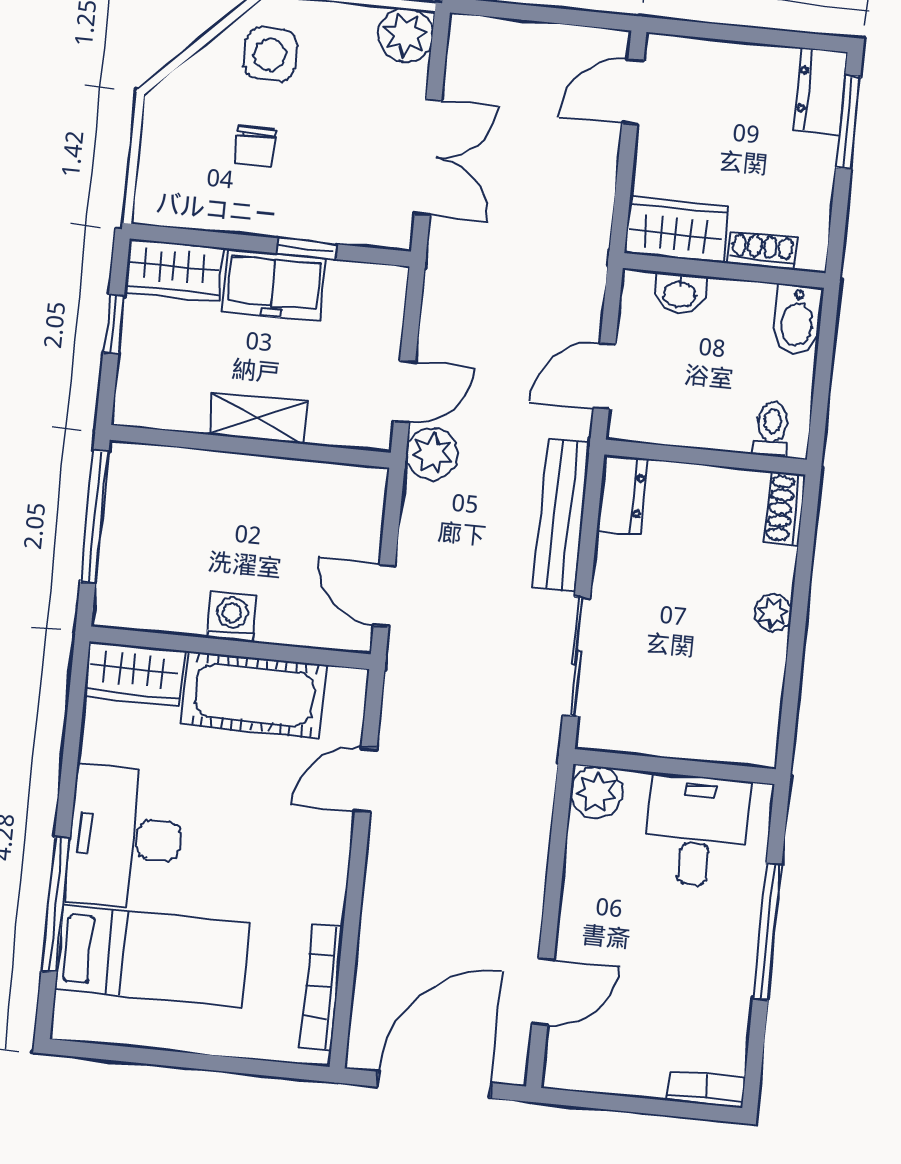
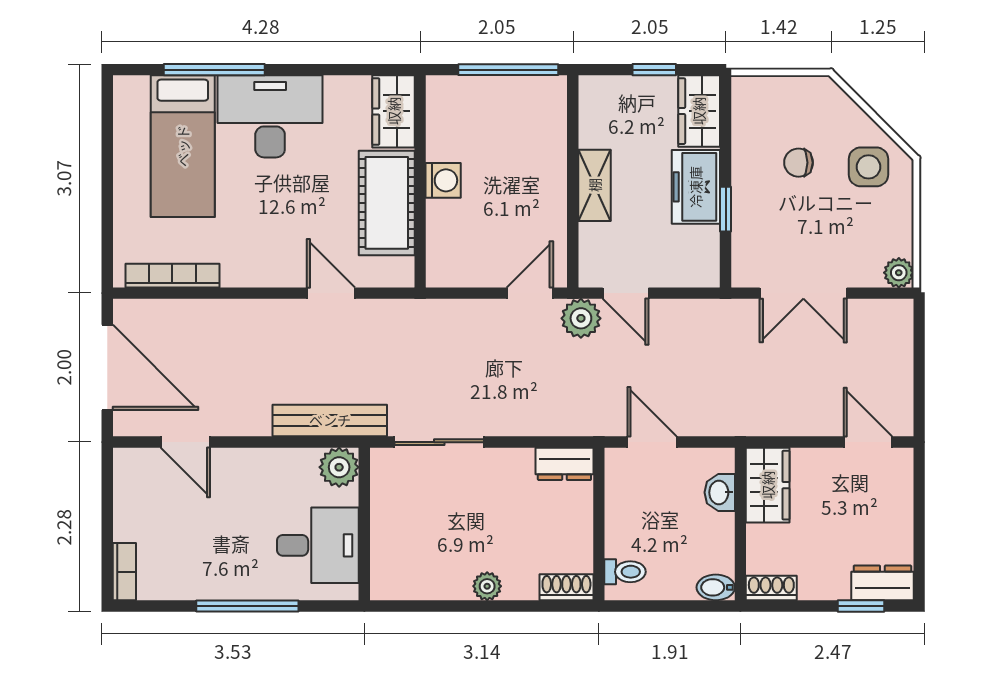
plant: (406, 35) -> (899, 273), width x0.73, depth x0.73
window: (848, 122) -> (861, 606), width x0.67
shoe rack: (762, 250) -> (771, 588), moved, turned -90
bidet: (797, 320) -> (716, 587), width x0.72, depth x0.74
bench: (562, 516) -> (330, 420), moved
door: (384, 595) -> (530, 293), moved

